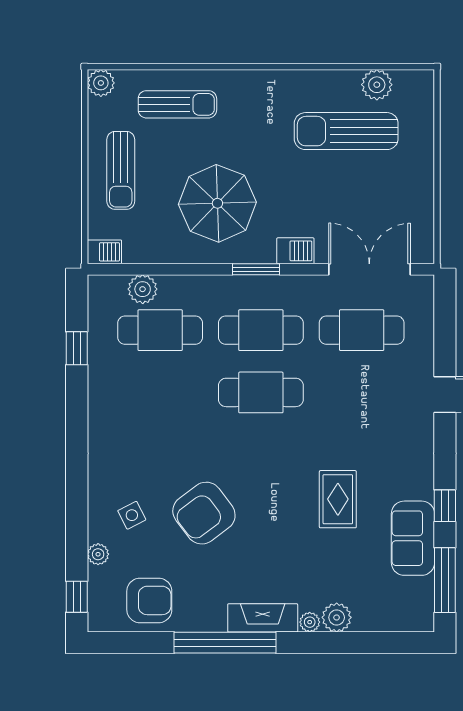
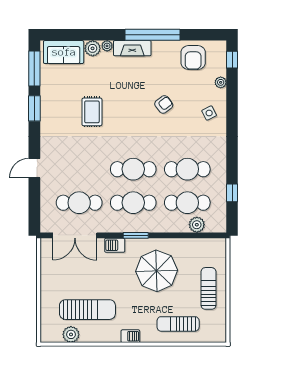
plant: (101, 83) -> (219, 335), removed
barbecue: (104, 252) -> (130, 336), moved, turned 180
cafe table: (160, 392) -> (187, 169), added
window: (445, 506) -> (34, 108), width x1.50
armchair: (204, 513) -> (164, 104), width x0.53, depth x0.53
side table: (132, 515) -> (209, 113), moved
sofa: (413, 538) -> (64, 52), moved, turned 90
armchair: (149, 600) -> (193, 58), turned -90

